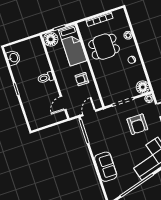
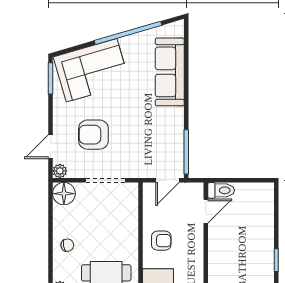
toilet: (46, 78) -> (221, 190), moved
armchair: (137, 124) -> (93, 135), turned -90
sofa: (106, 167) -> (170, 72), width x1.36

